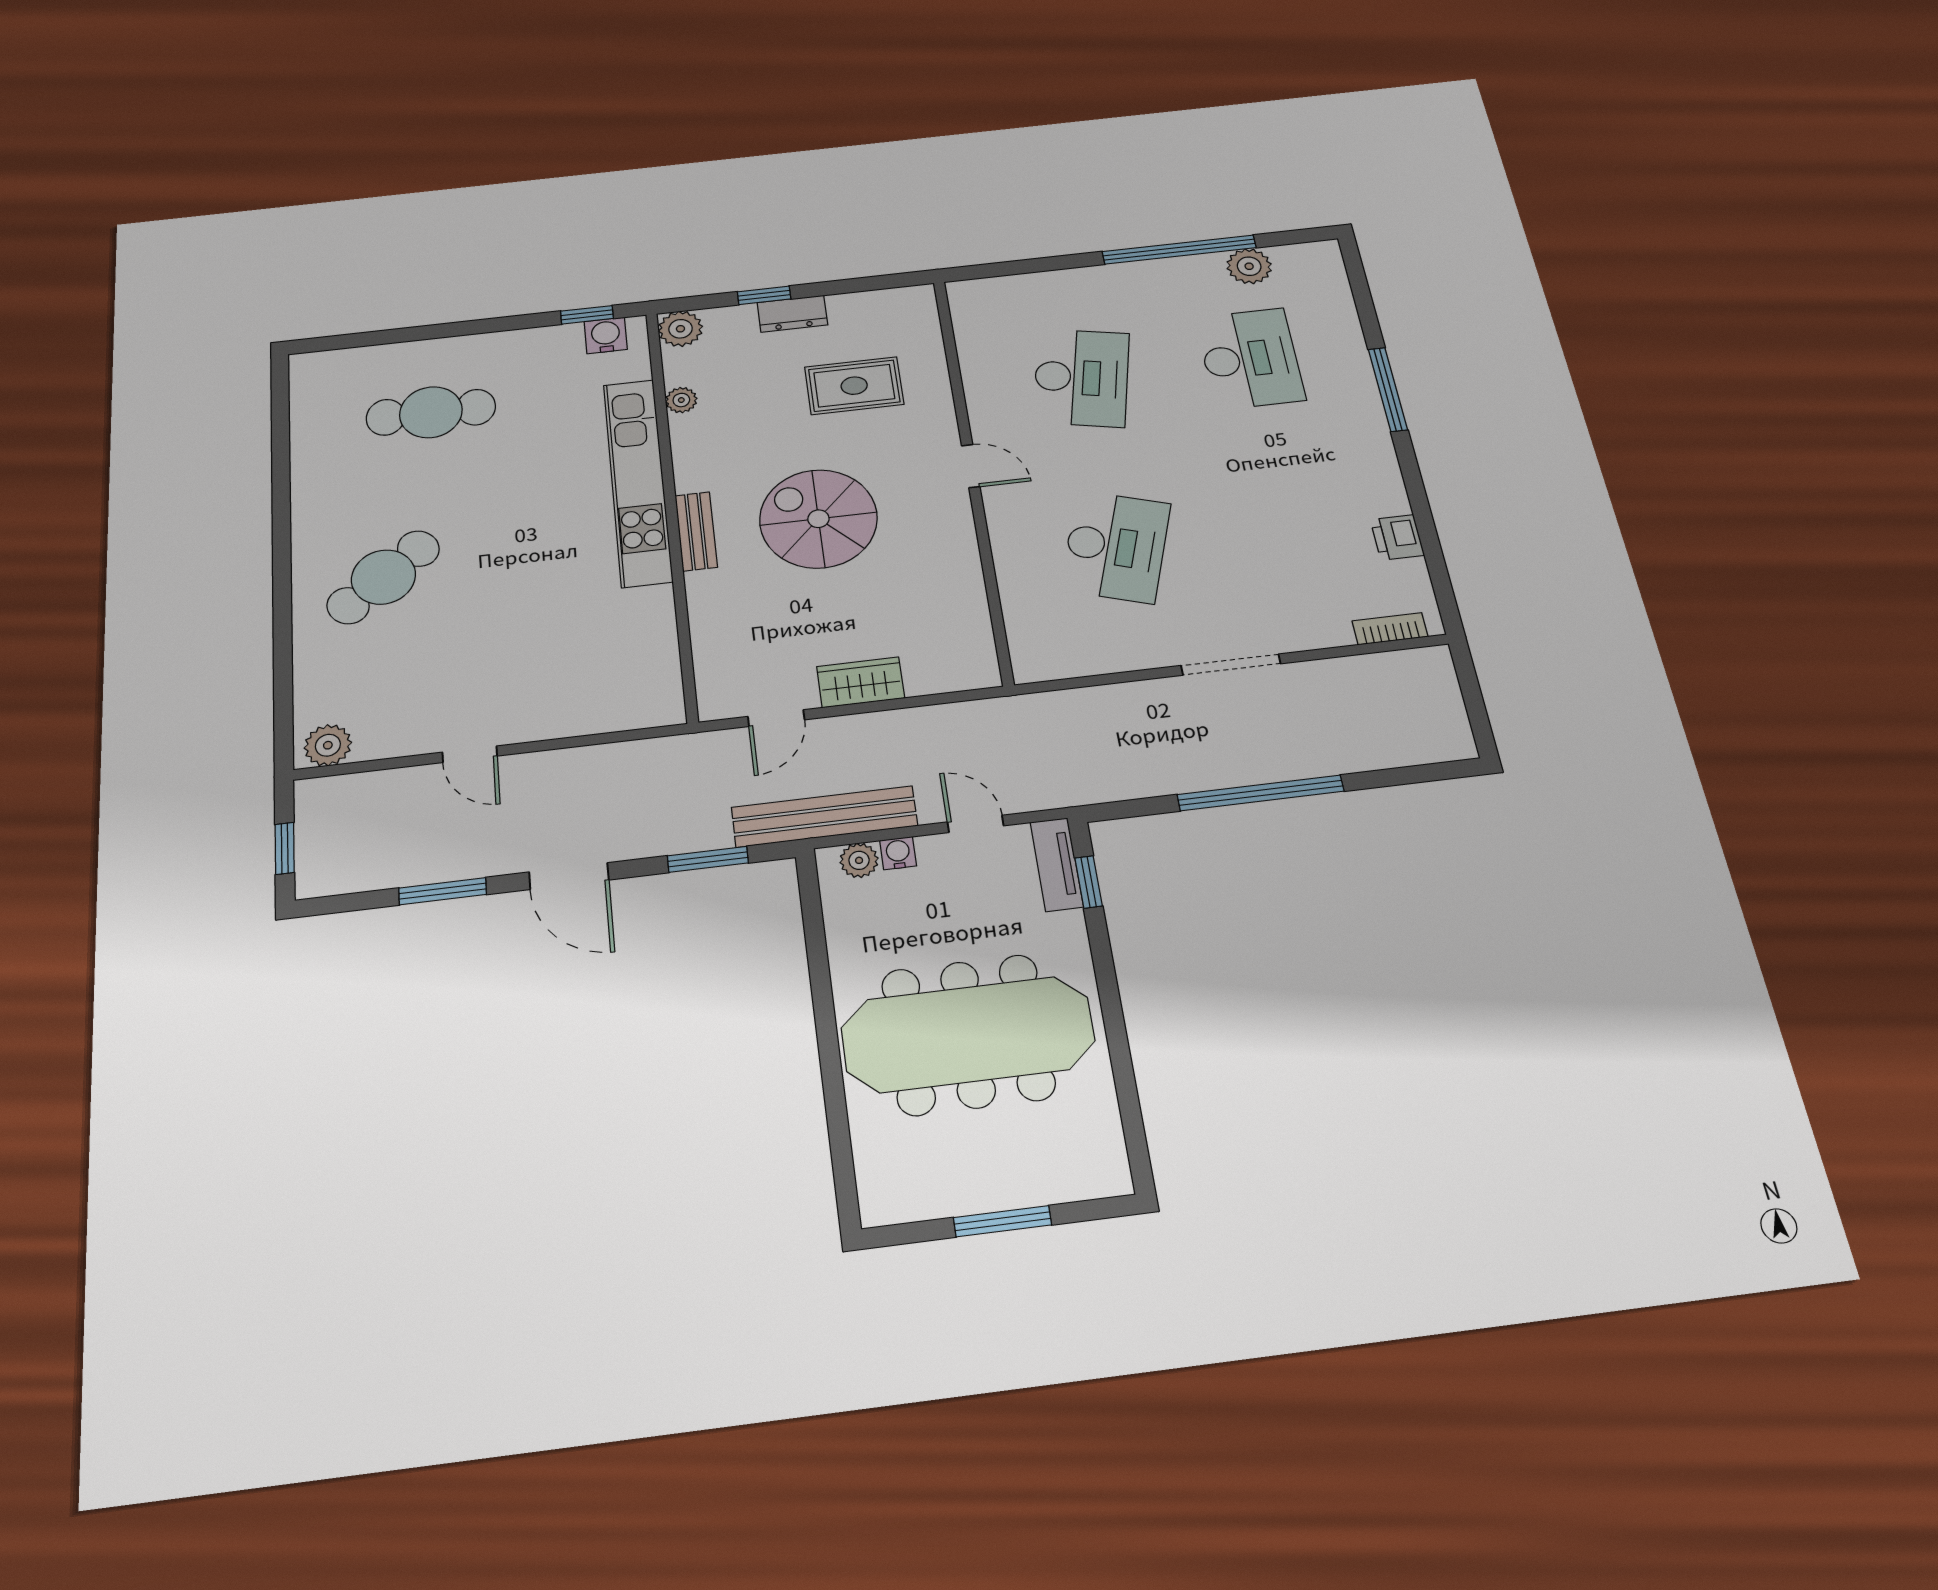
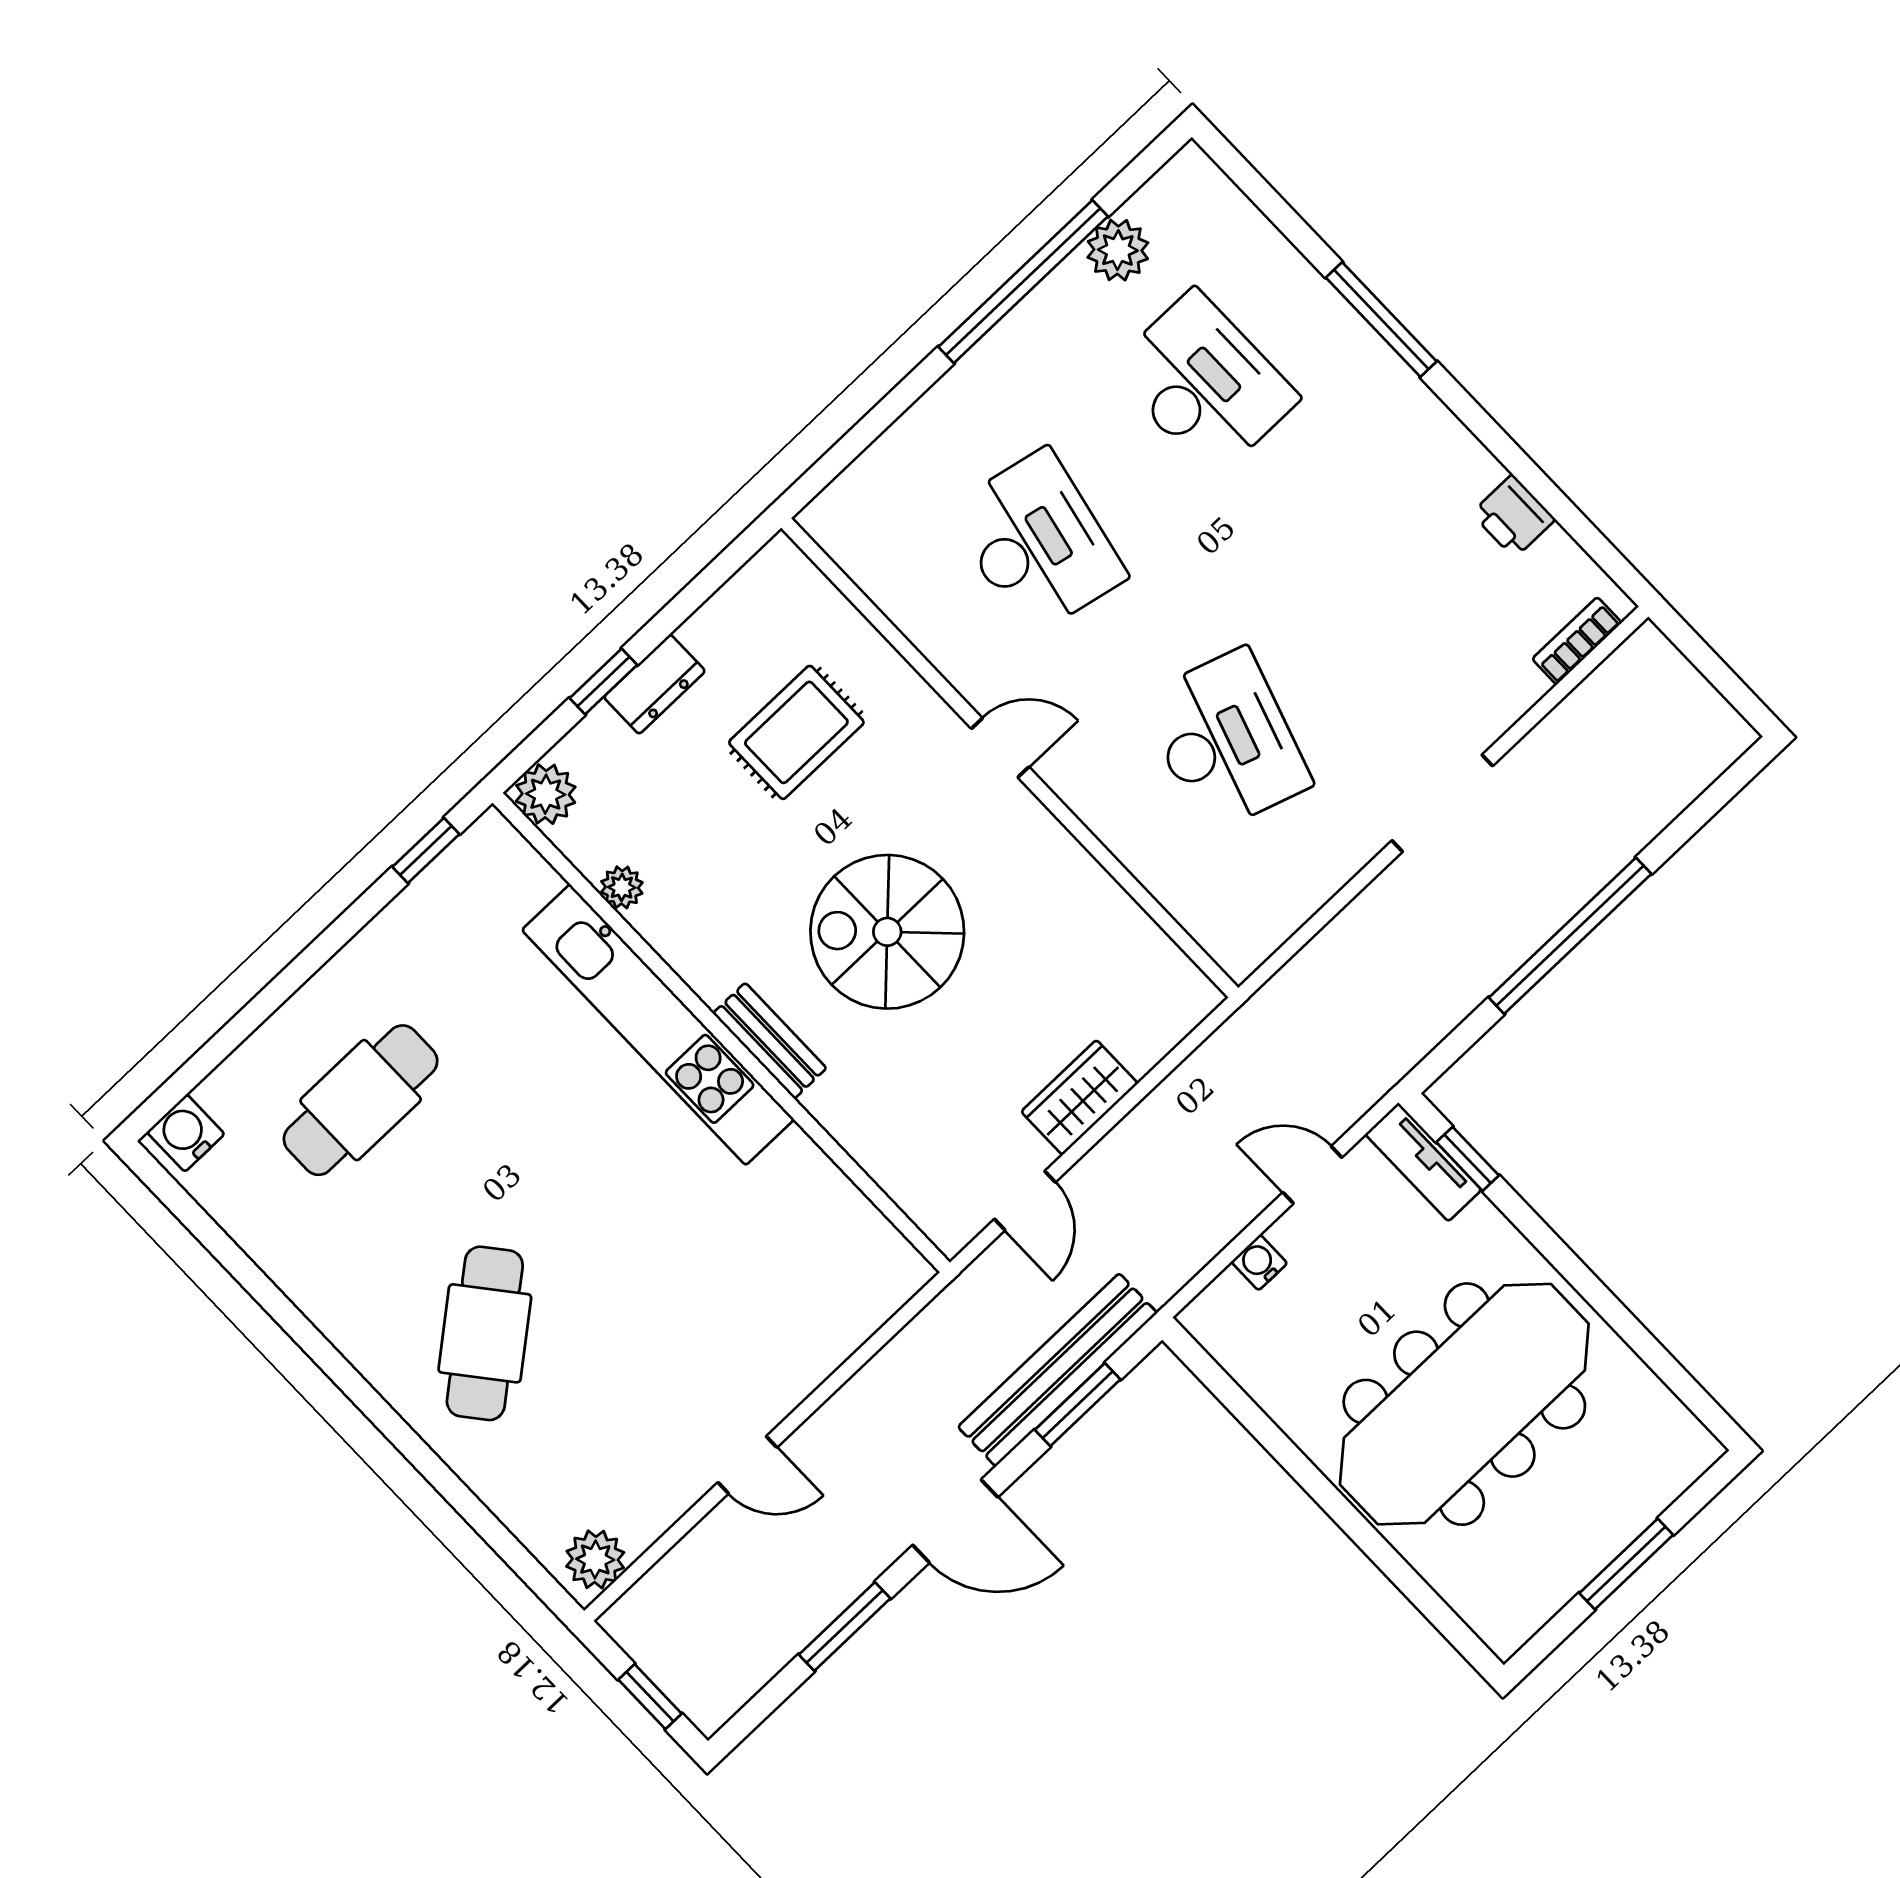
water cooler: (606, 335) -> (186, 1133), moved
bench: (824, 817) -> (1058, 1370), moved
plant: (859, 860) -> (1227, 1298), removed

